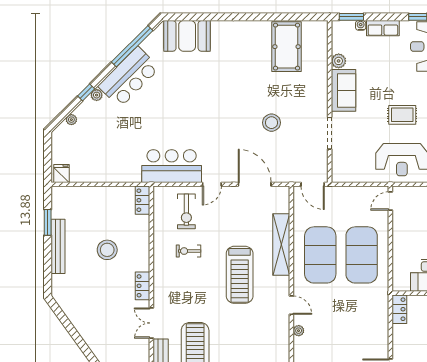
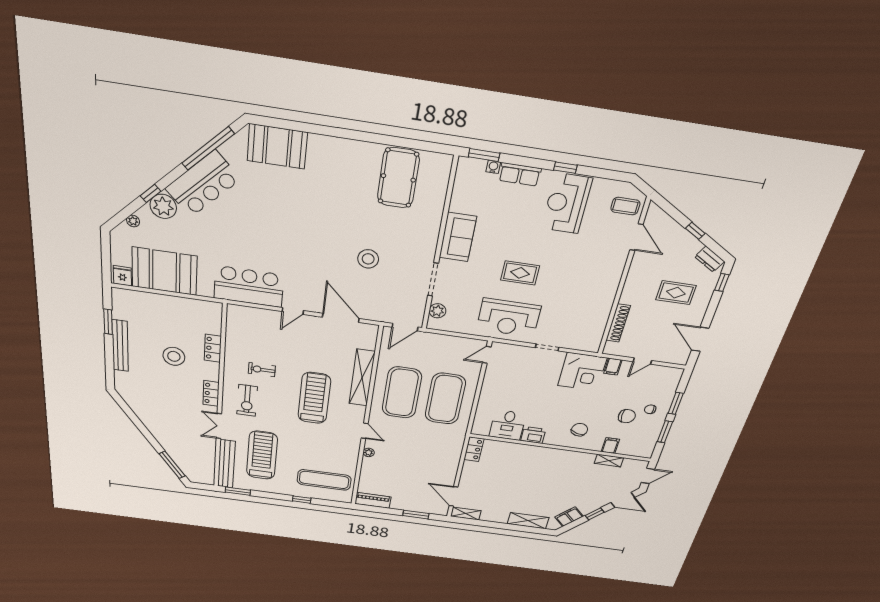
plant: (339, 61) -> (438, 311), moved
plant: (97, 95) -> (163, 206), width x1.87, depth x1.87
booth: (98, 163) -> (165, 271), added
door: (313, 184) -> (405, 327), hinge flipped
locker: (142, 200) -> (213, 348), moved
exercise bike: (186, 211) -> (247, 400), moved
treadmill: (240, 275) -> (314, 398), turned 180

